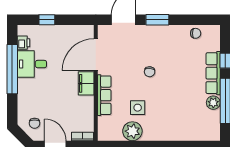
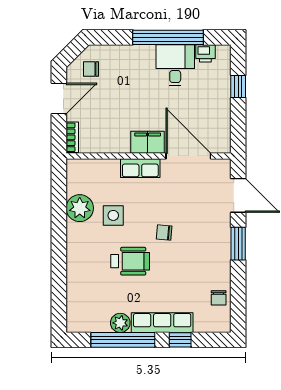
row of seats: (104, 95) -> (140, 168), width x0.68
wheelchair: (170, 96) -> (130, 261), added

